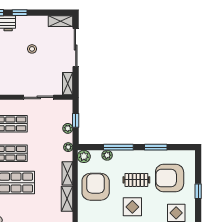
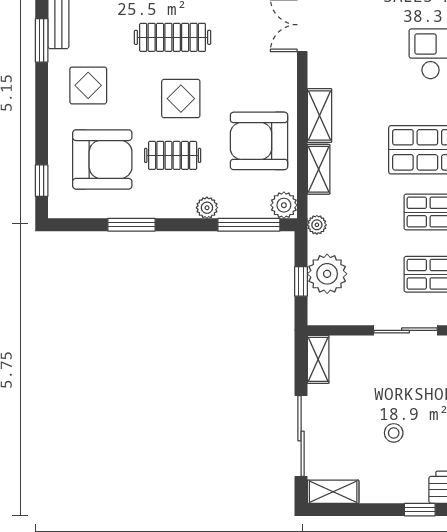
sliding door: (39, 97) -> (406, 330), moved
plant: (68, 128) -> (327, 274), width x1.88, depth x1.88
window: (118, 147) -> (249, 225), moved
plant: (107, 155) -> (207, 208), moved
armchair: (96, 187) -> (259, 141), turned 90
window: (198, 191) -> (42, 181), moved

